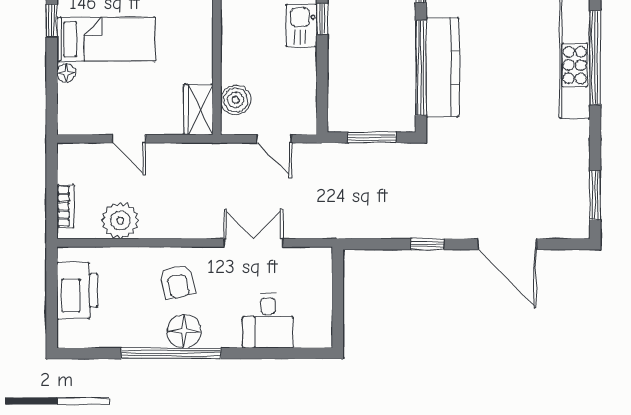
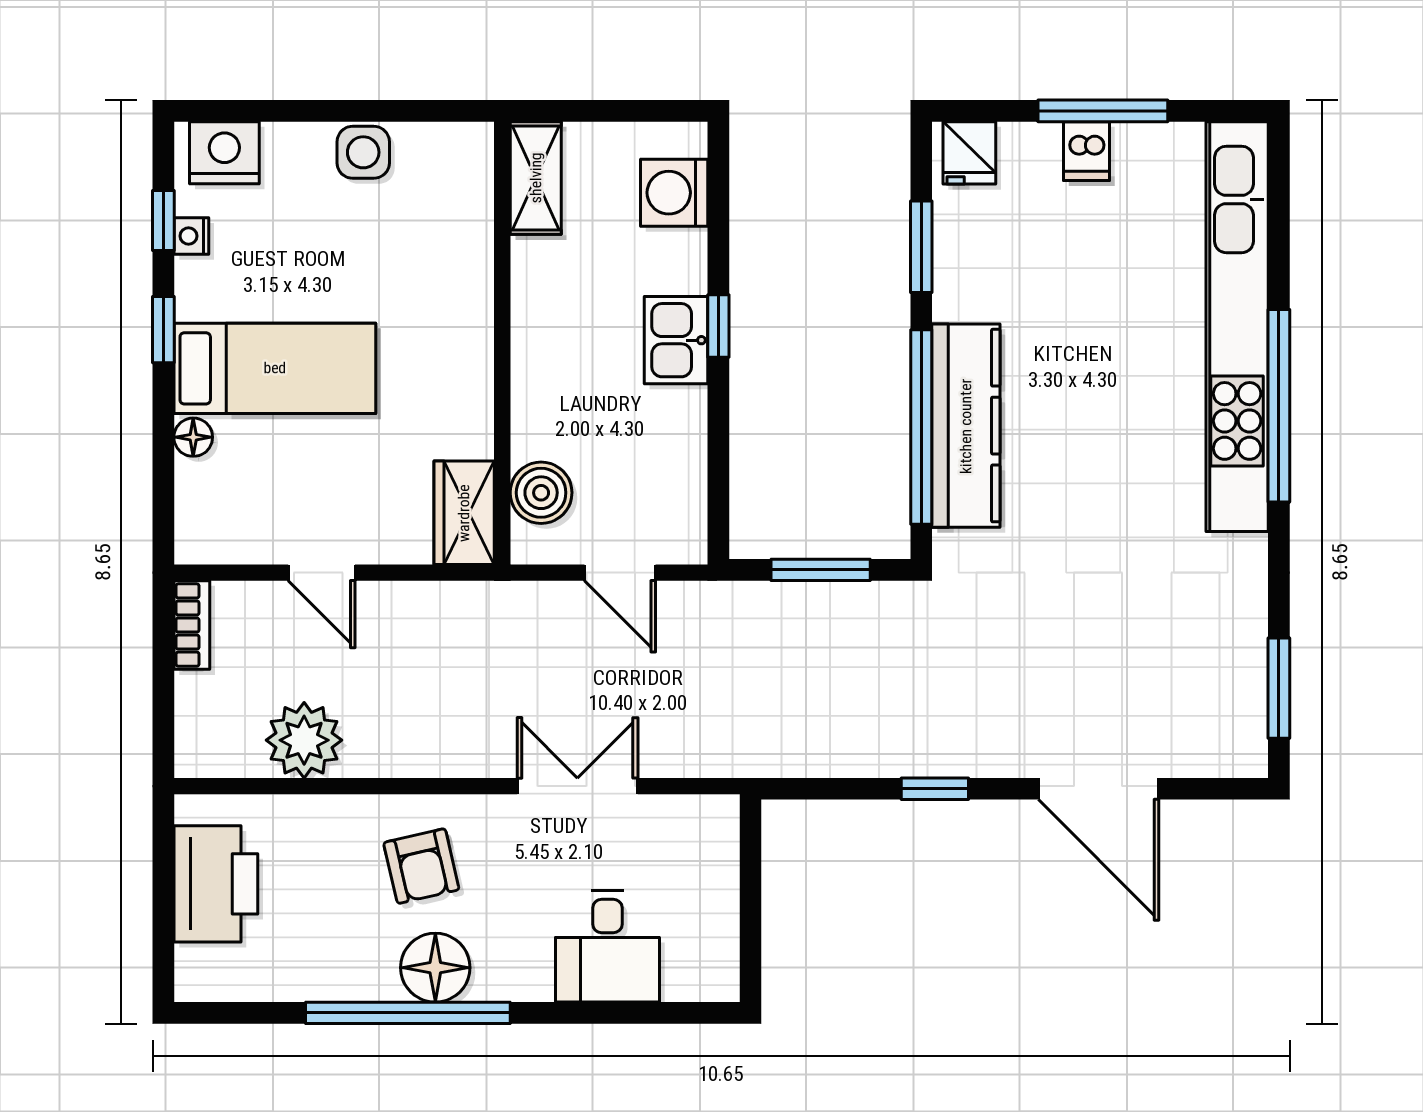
bookcase: (66, 206) -> (192, 625), moved

